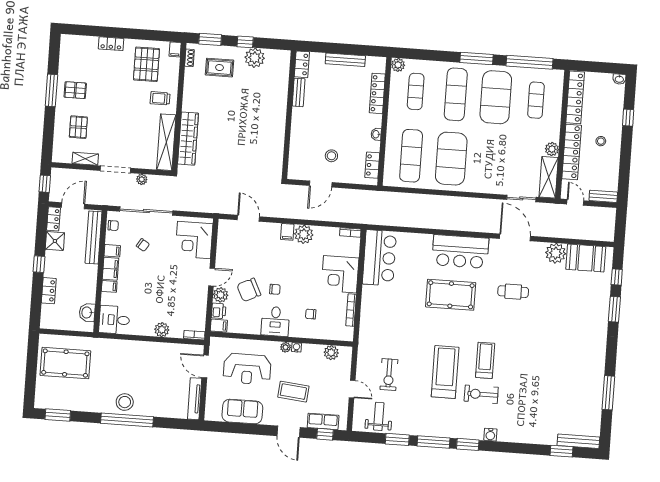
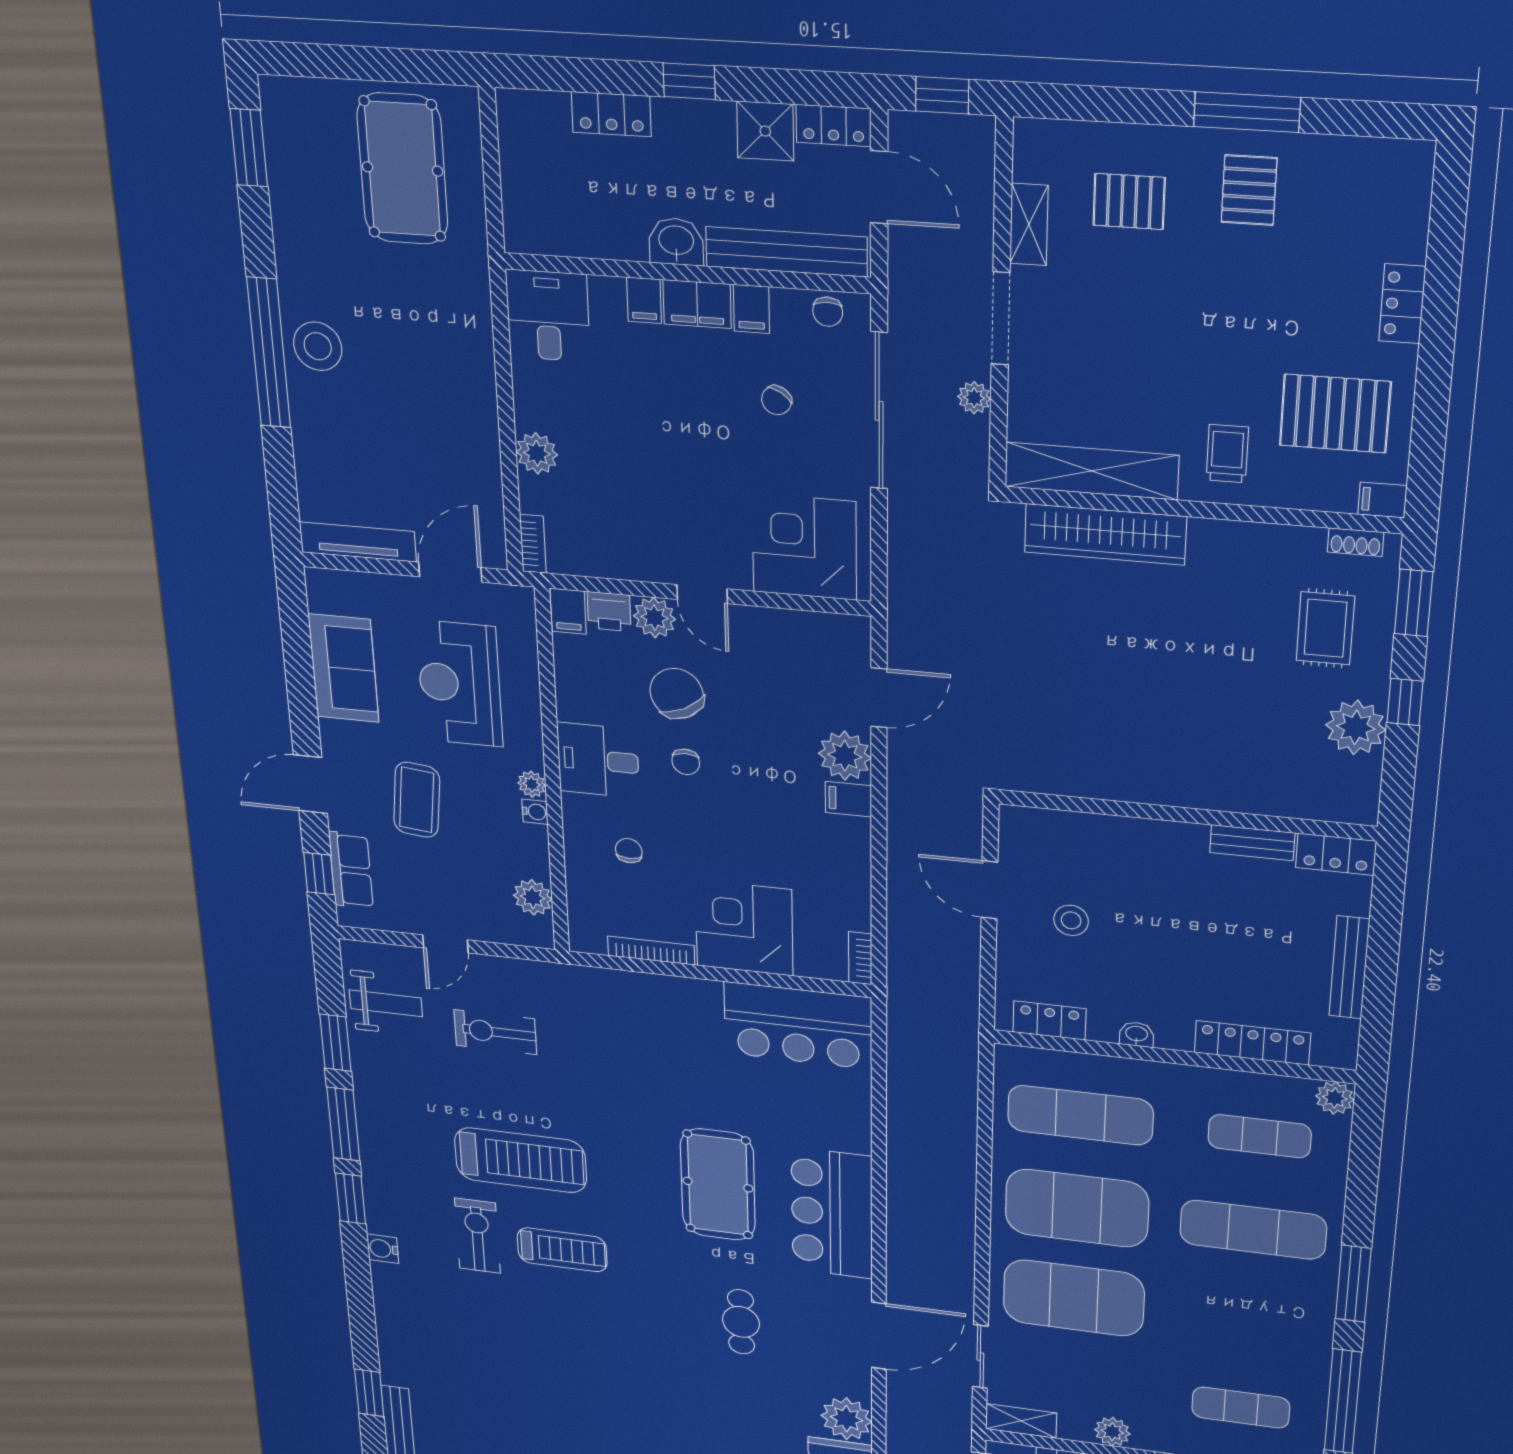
exercise mat: (496, 97) -> (1074, 1298), moved
shelving: (549, 177) -> (1021, 1421), width x0.67, depth x0.75
plant: (304, 234) -> (845, 756), moved
washbasin: (87, 313) -> (676, 242), moved

